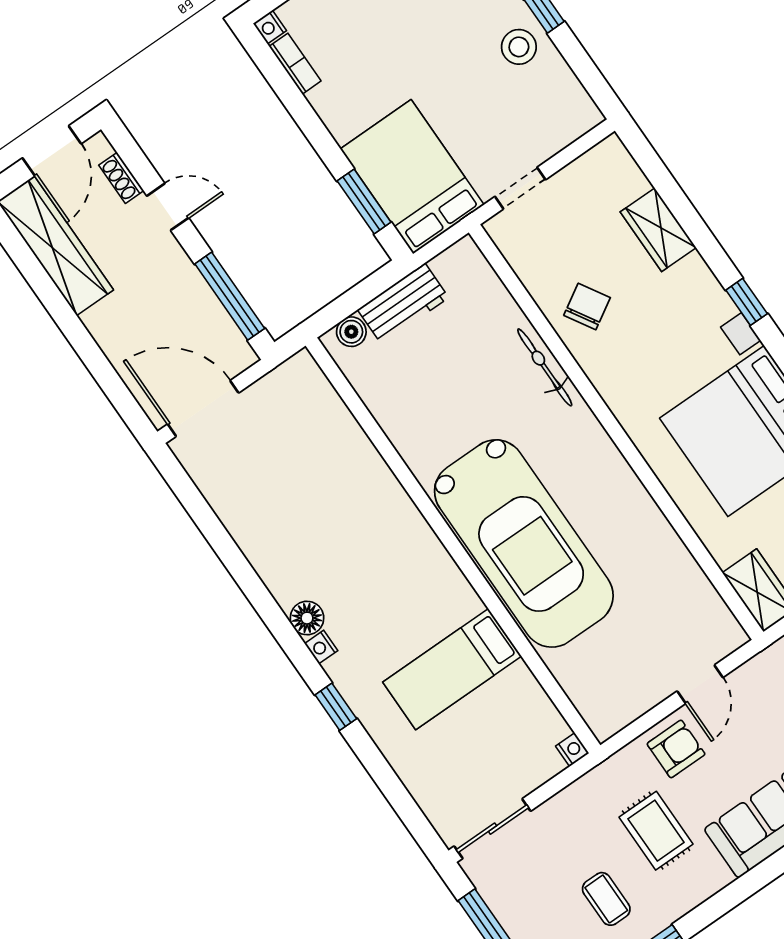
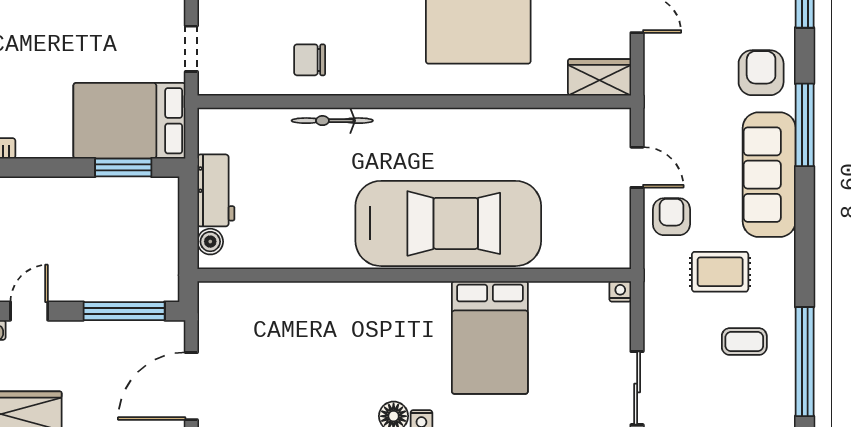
chair: (587, 306) -> (310, 60), turned -59
bed: (452, 669) -> (490, 338), width x1.50

